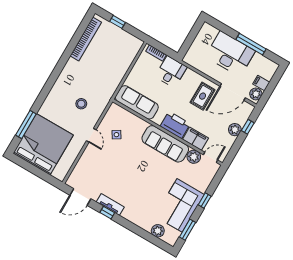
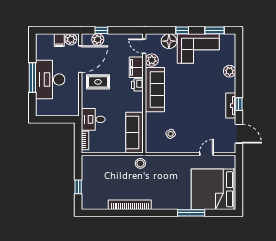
bookcase: (86, 39) -> (130, 205), moved
window: (251, 44) -> (32, 77), moved
door: (233, 92) -> (80, 59), hinge flipped
stool: (81, 104) -> (140, 163), moved
window: (26, 124) -> (191, 213), moved
printer: (175, 125) -> (137, 85), width x0.53, depth x0.68
plant: (235, 130) -> (98, 39), moved
door: (91, 135) -> (206, 154), moved
floor lamp: (202, 183) -> (169, 41), added
plant: (158, 231) -> (230, 71), moved

